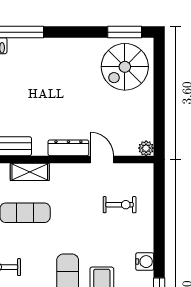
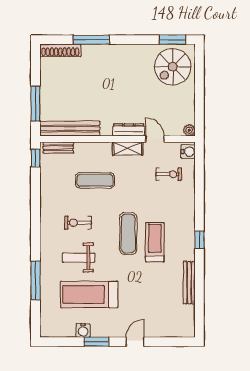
shelving: (30, 172) -> (128, 149), moved
water cooler: (145, 262) -> (188, 152), moved

